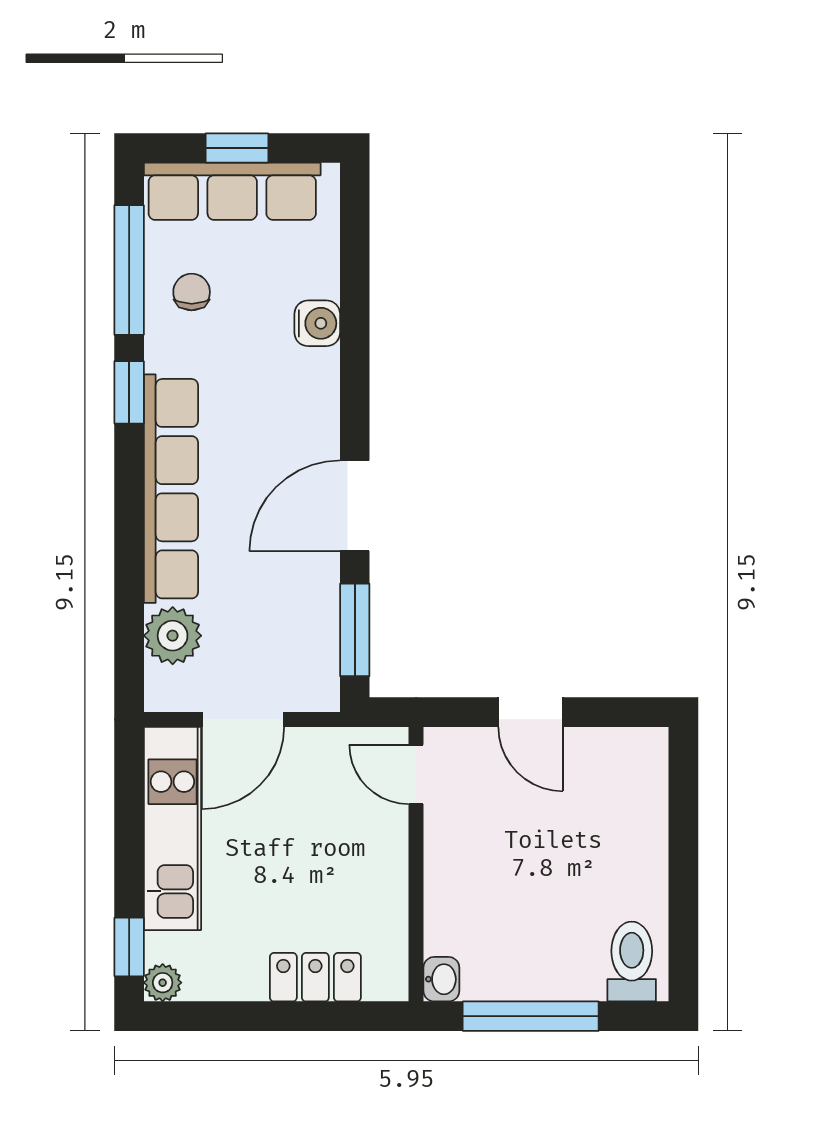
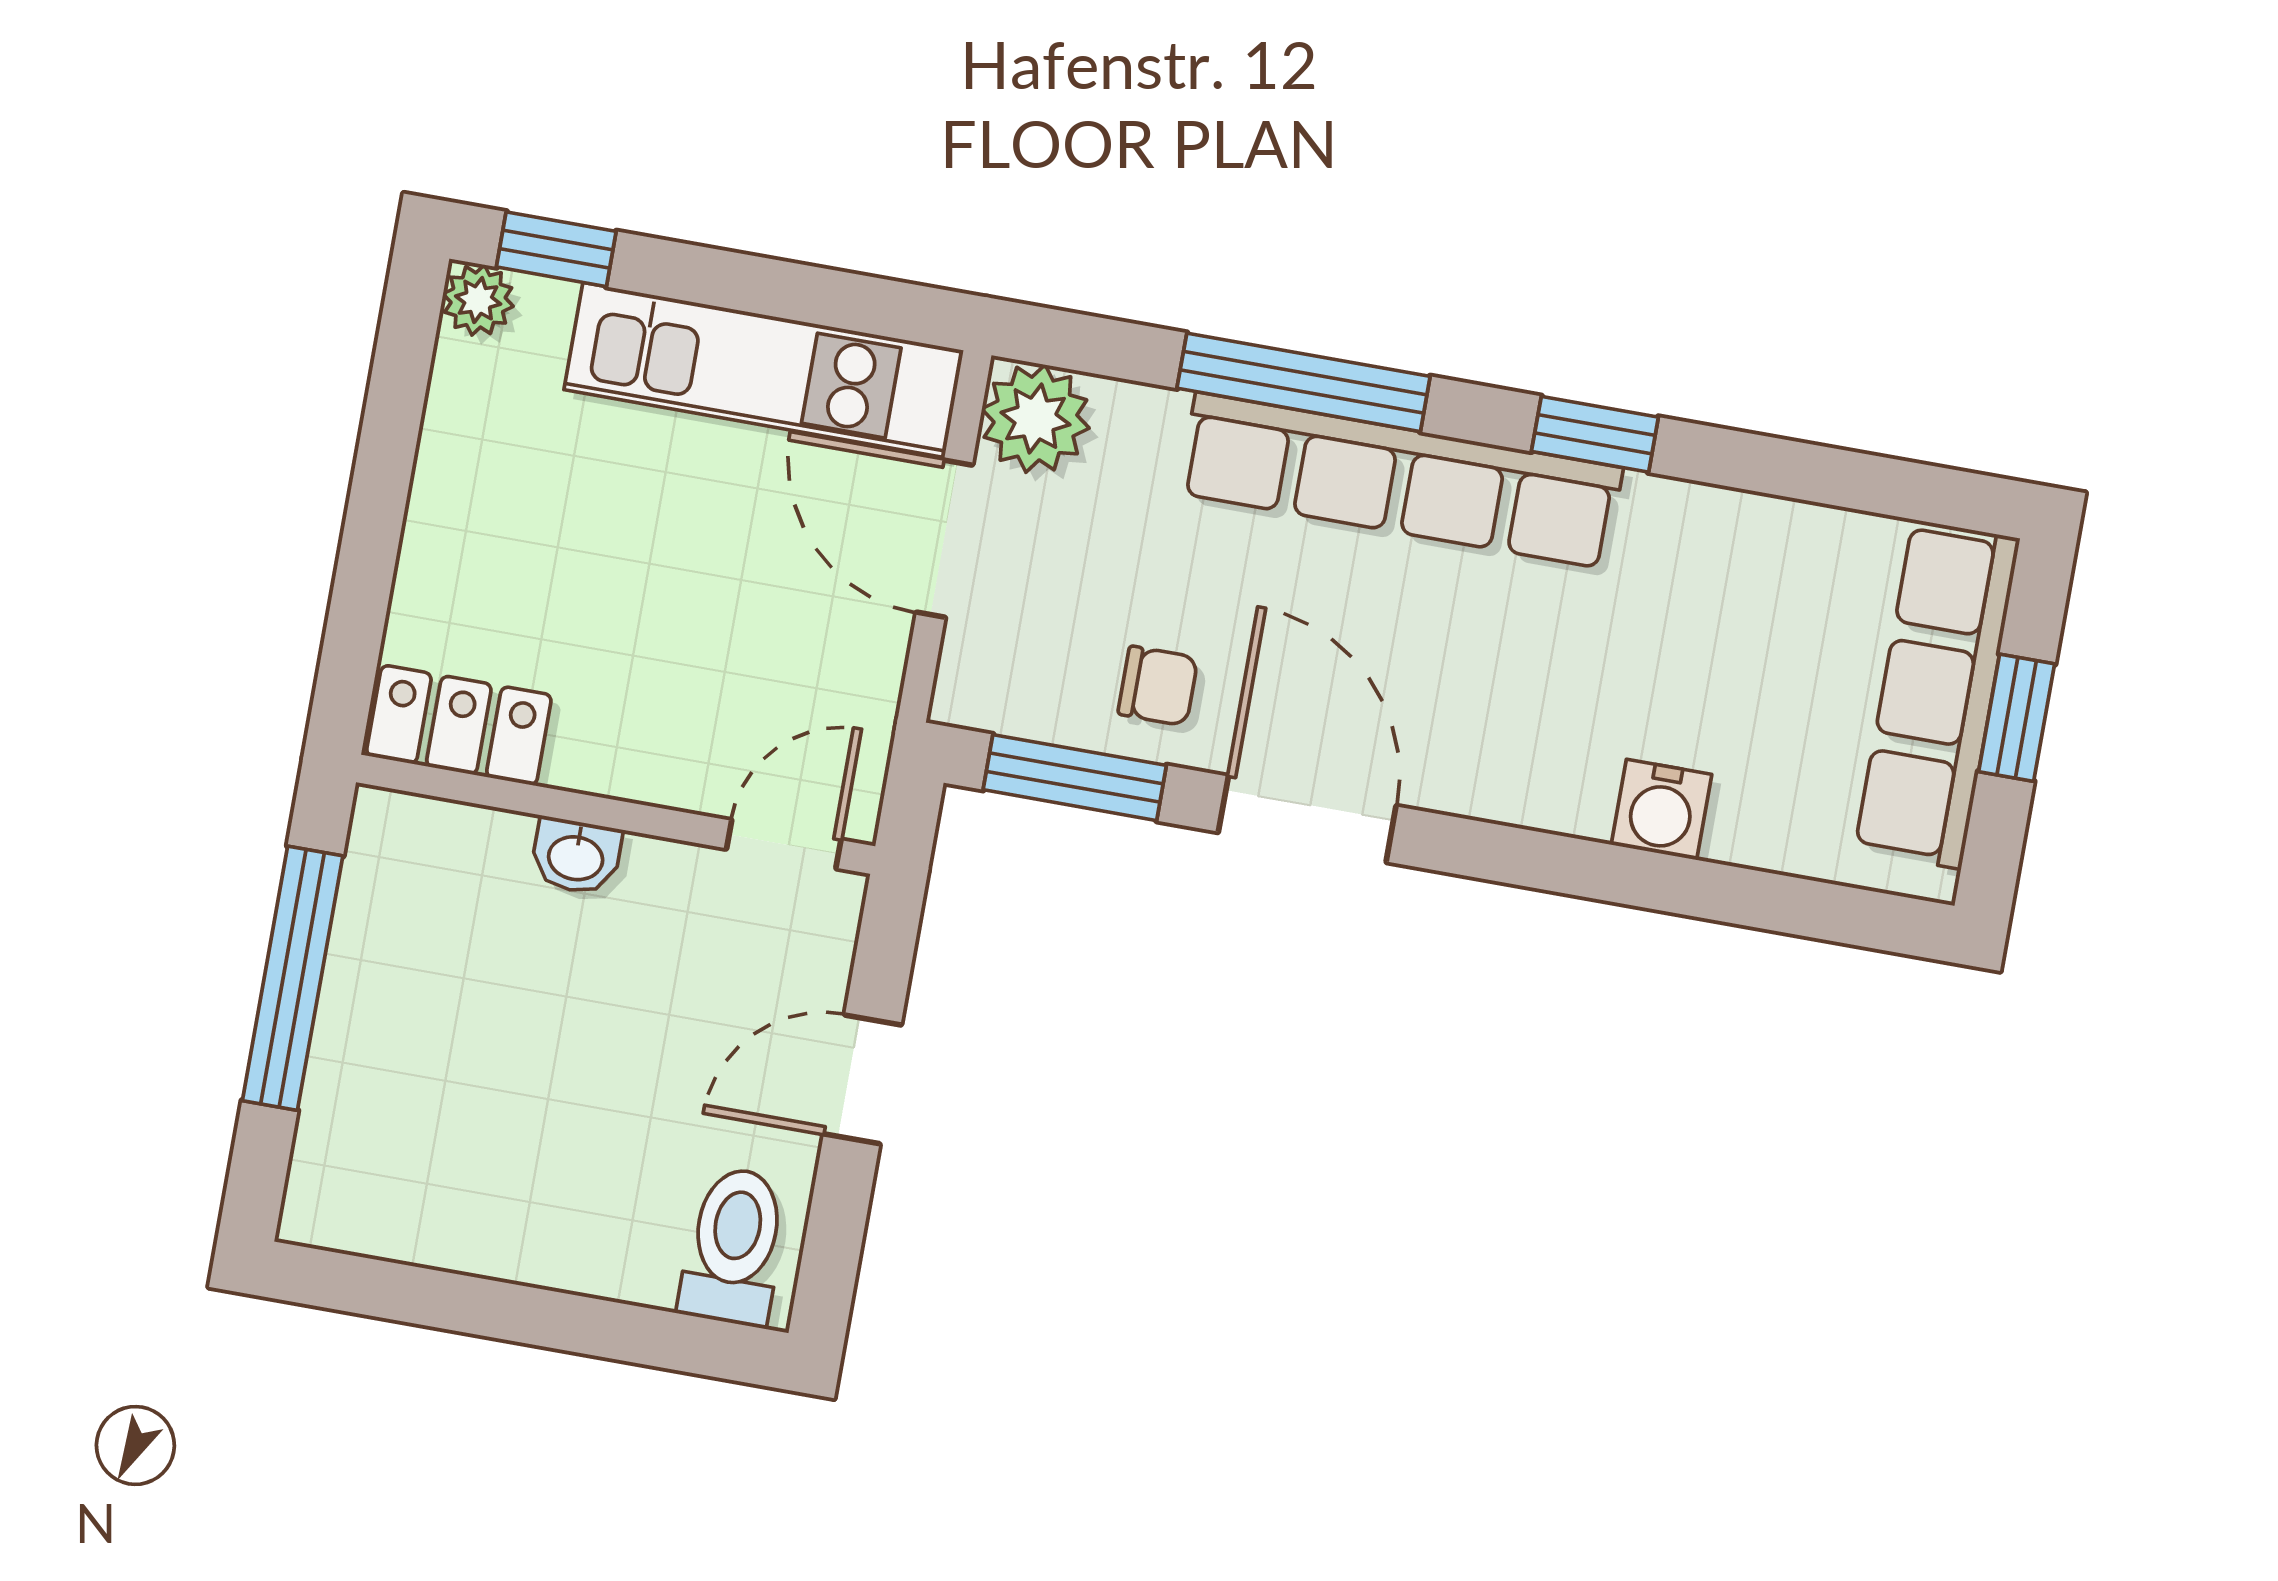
window: (129, 270) -> (1304, 382), moved
chair: (192, 292) -> (1158, 686), moved
plant: (173, 636) -> (1035, 419), moved
toilet: (632, 962) -> (734, 1246), moved, turned -90
locker: (315, 977) -> (459, 725), moved, turned -90
washbasin: (441, 979) -> (576, 856), moved

